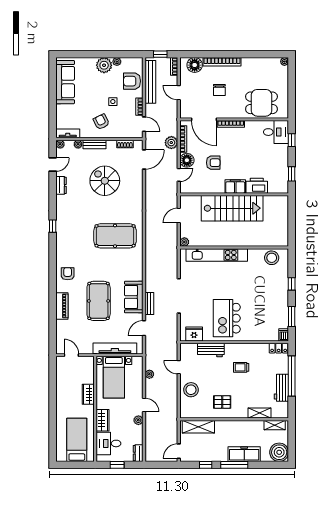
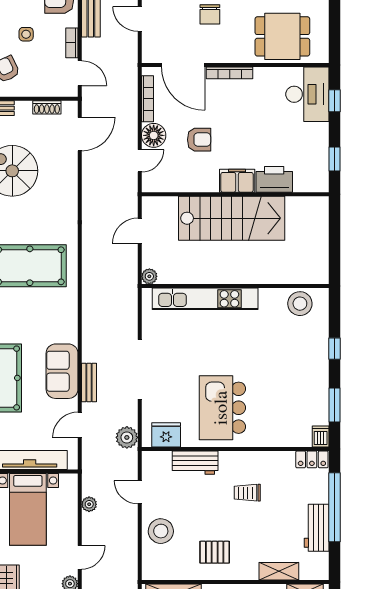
desk: (276, 132) -> (307, 94), width x1.37
plant: (171, 143) -> (127, 437), moved
door: (144, 405) -> (80, 557), hinge flipped

